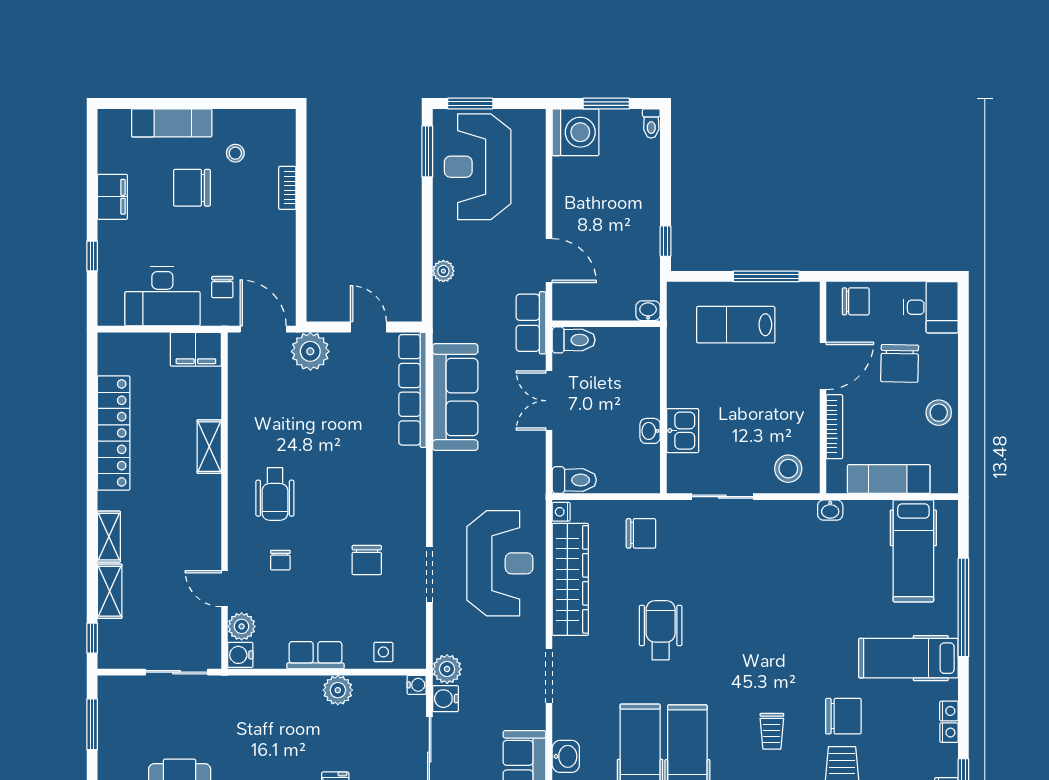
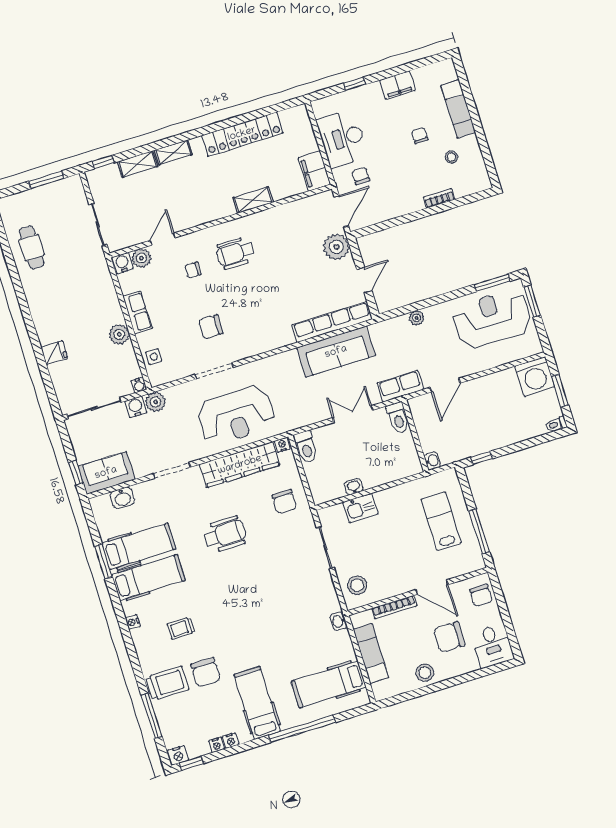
chair: (192, 188) -> (420, 136), width x0.54, depth x0.54
chair: (222, 287) -> (361, 176), turned 90

